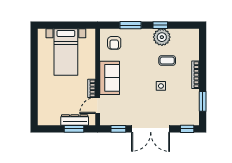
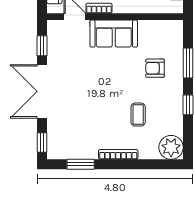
plant: (162, 37) -> (171, 147), moved
armchair: (114, 43) -> (155, 68), moved
side table: (161, 86) -> (102, 106), removed

